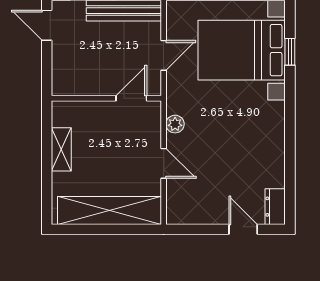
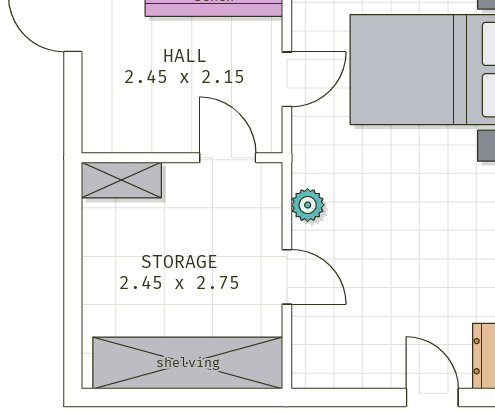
door: (131, 98) -> (228, 158), hinge flipped
shelving: (61, 149) -> (121, 180), moved, turned 90

